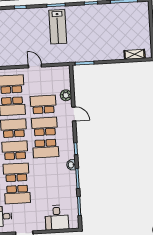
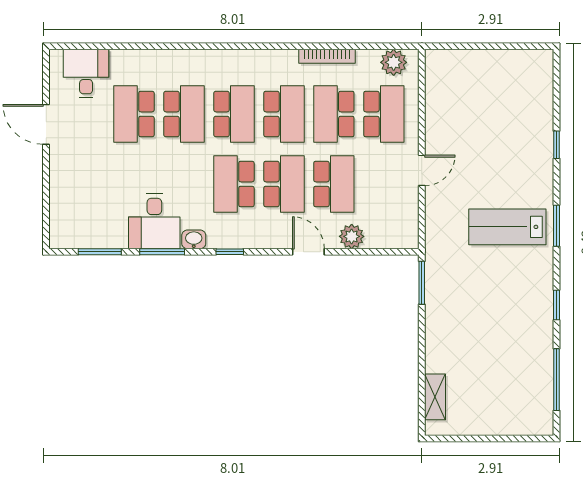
door: (74, 114) -> (308, 252), swing flipped
desk: (57, 218) -> (154, 221), moved, turned -90

